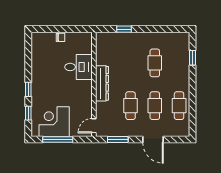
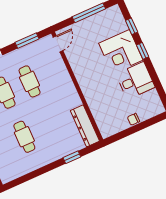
desk: (79, 67) -> (135, 81), moved, turned 180
dresser: (102, 83) -> (85, 126), moved
corner desk: (54, 122) -> (121, 52), moved, turned 90

